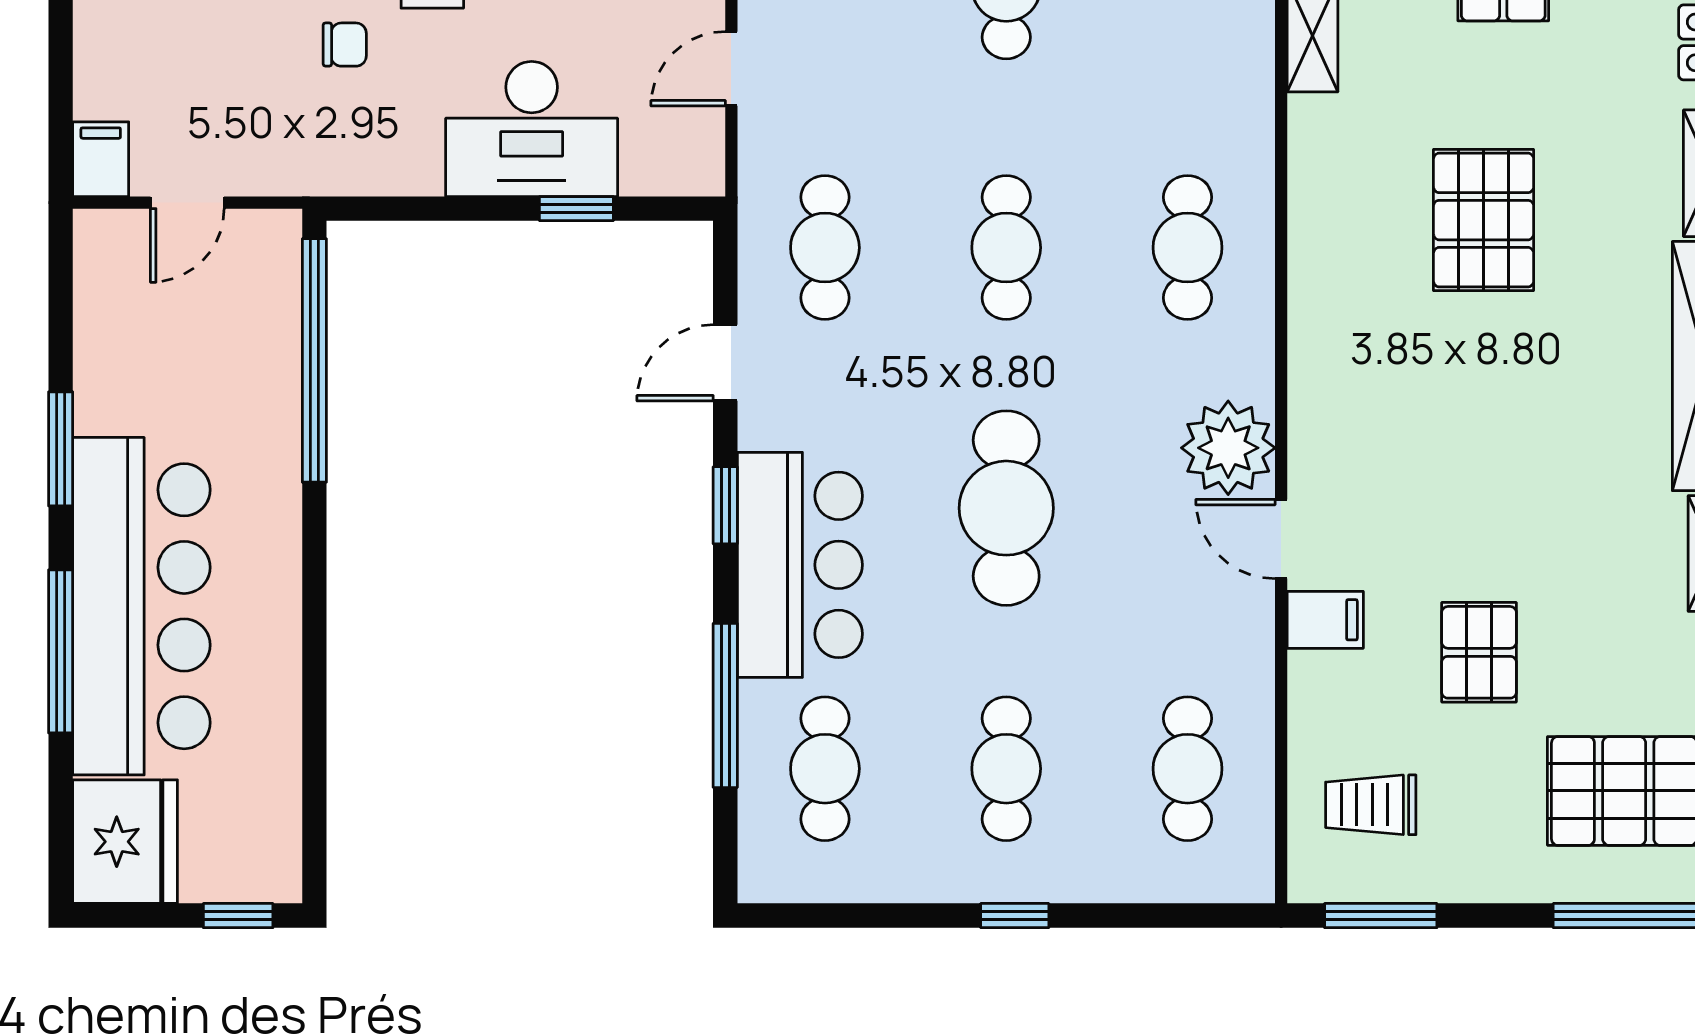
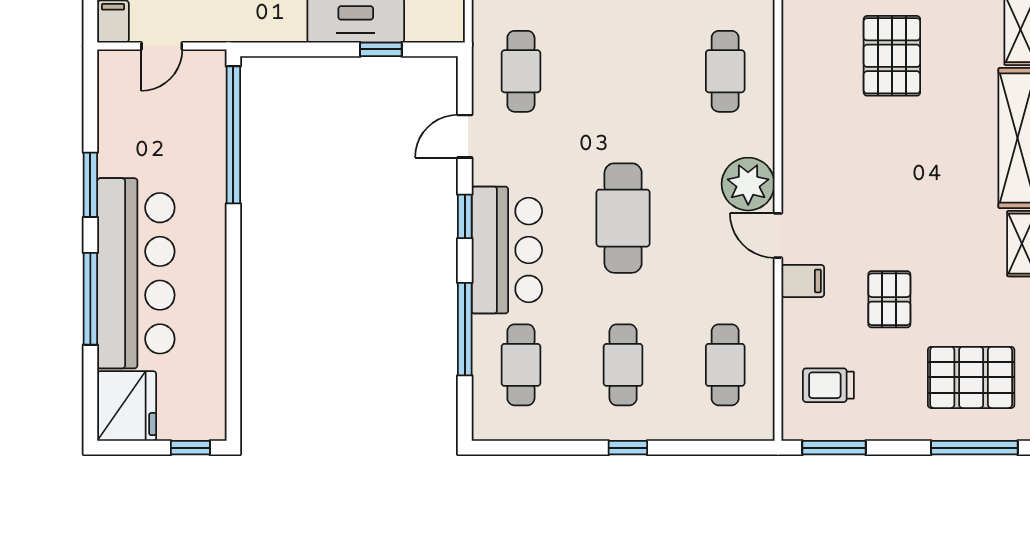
cafe table: (1006, 248) -> (623, 71), removed

